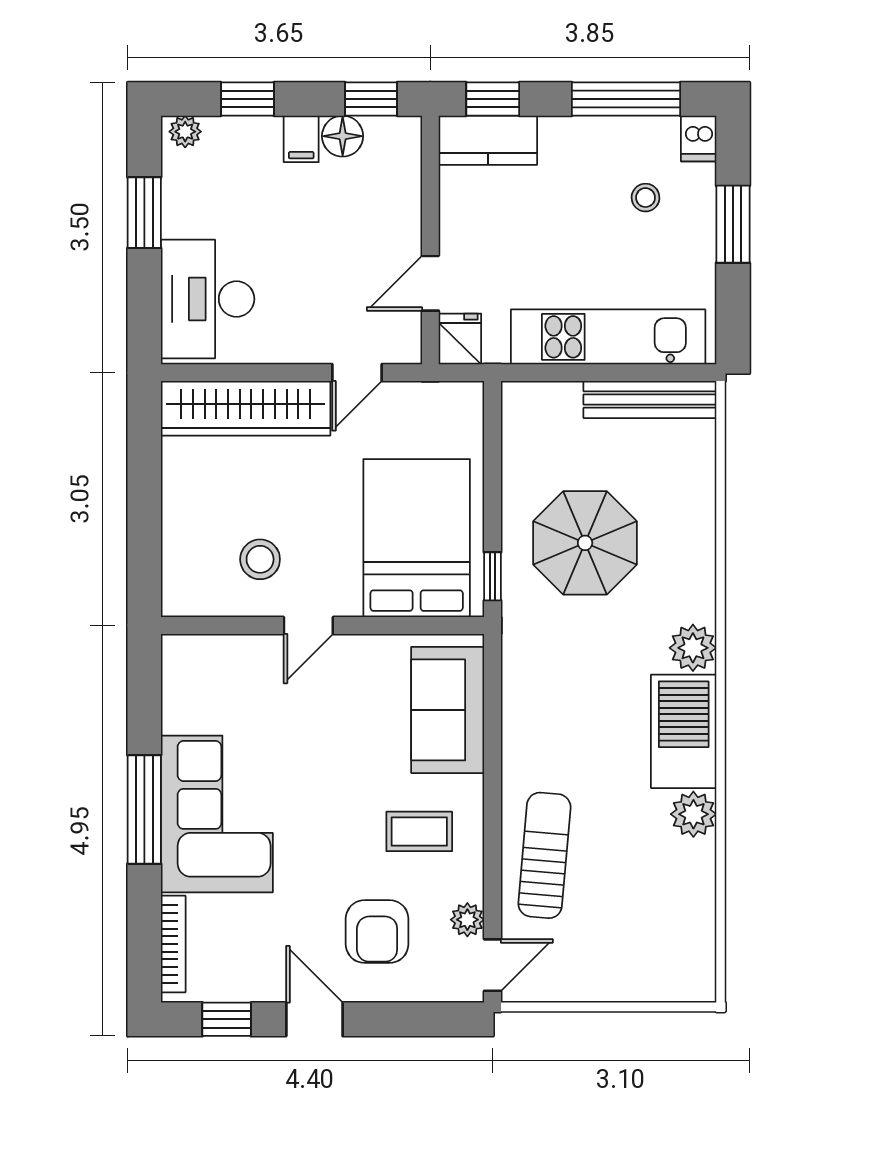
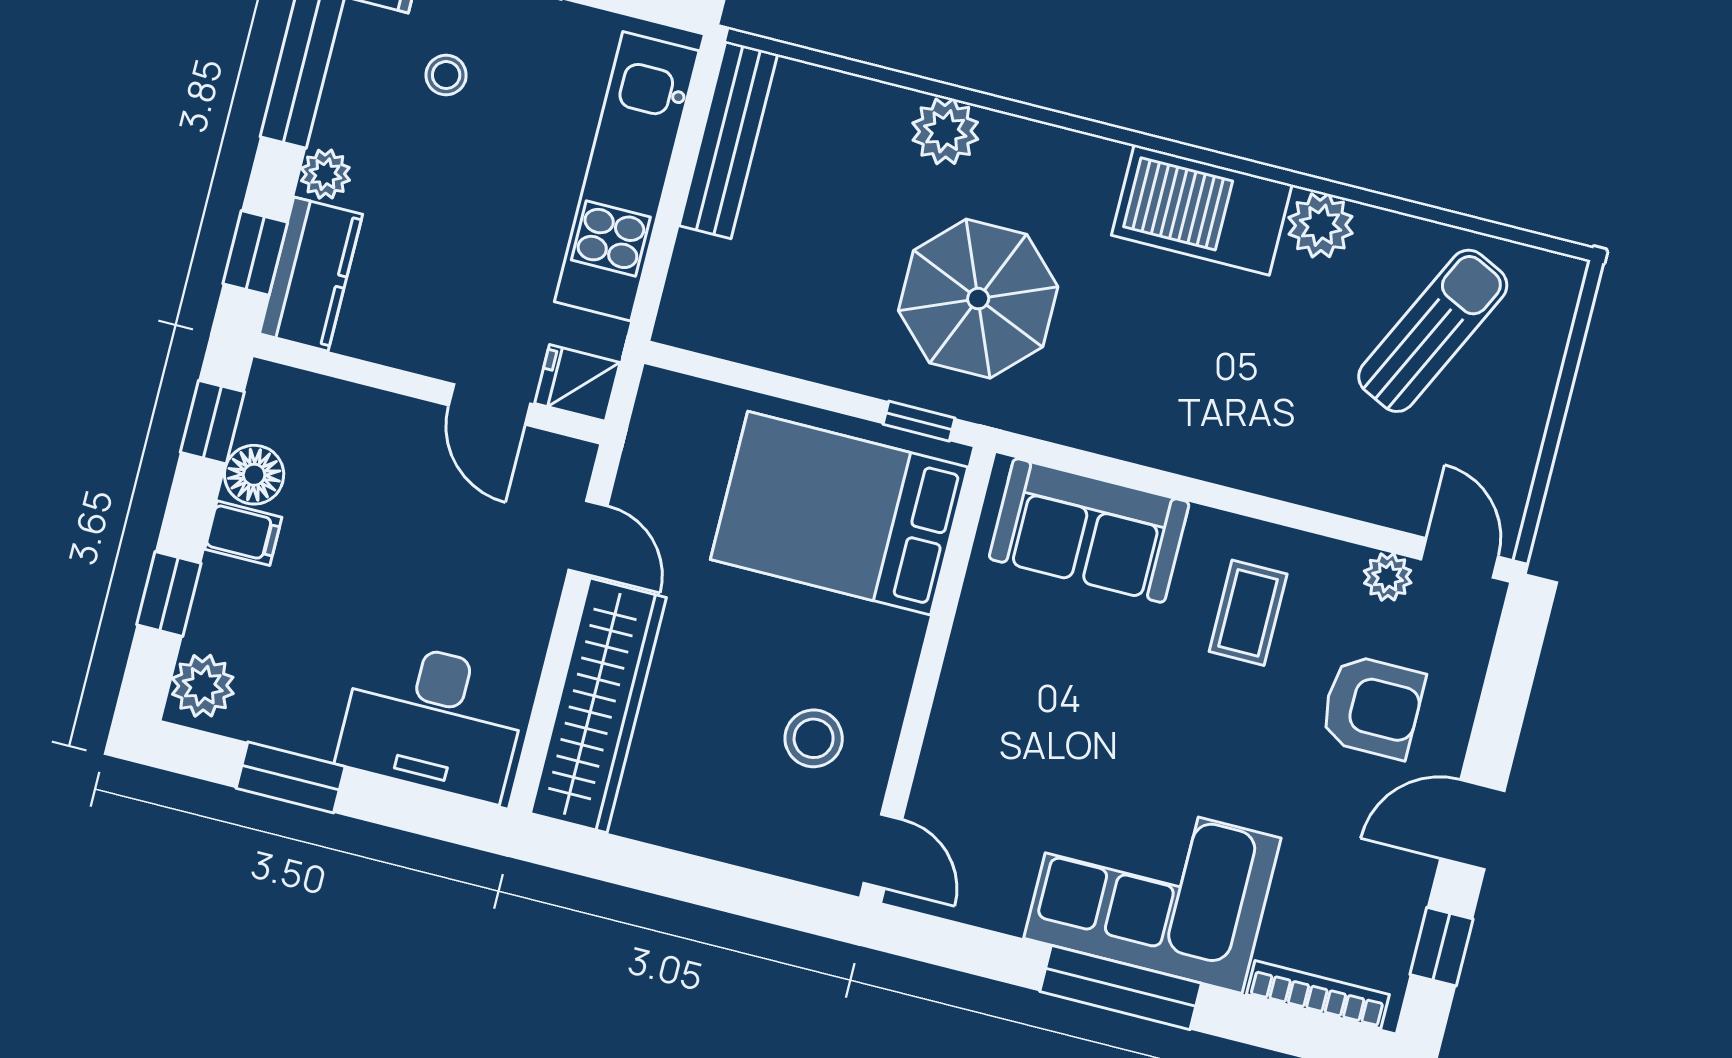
plant: (185, 132) -> (203, 686), width x1.38, depth x1.38
plant: (558, 133) -> (325, 174), added
parasol: (585, 543) -> (978, 299), moved
door: (308, 625) -> (883, 851), moved
plant: (693, 648) -> (945, 131), moved
sun lounger: (544, 855) -> (1433, 331), moved, turned 111

